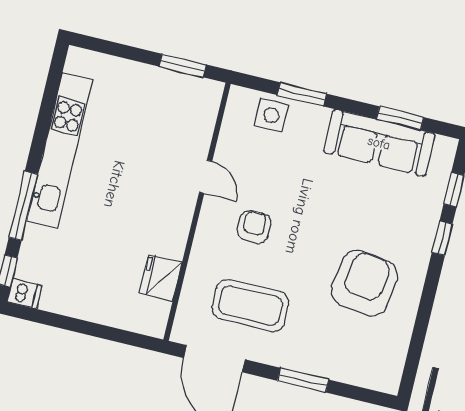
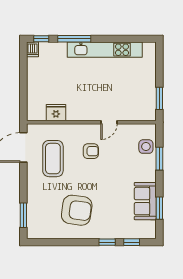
sofa: (379, 143) -> (145, 201), width x0.73
window: (303, 380) -> (23, 215), moved

